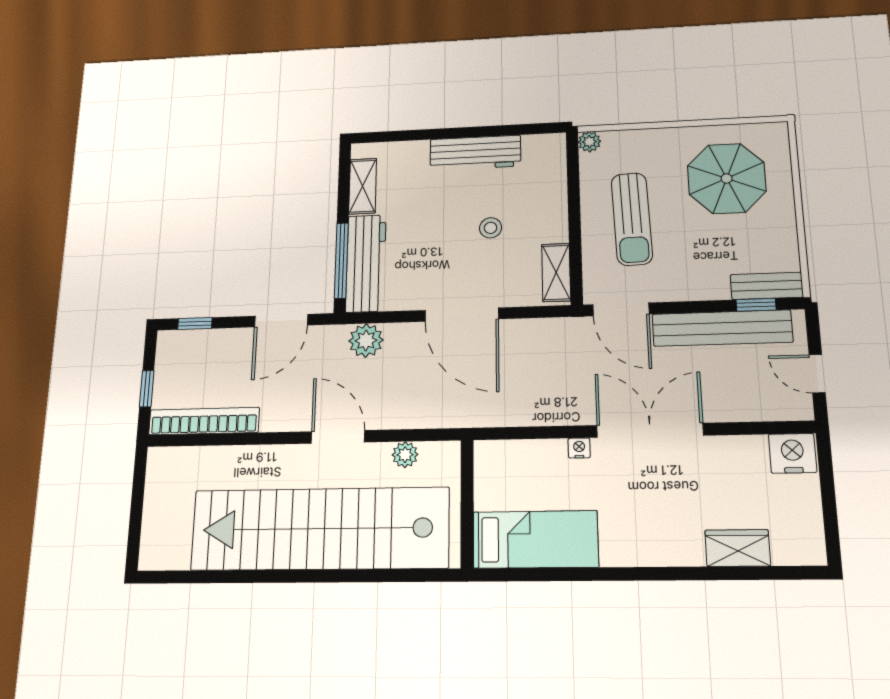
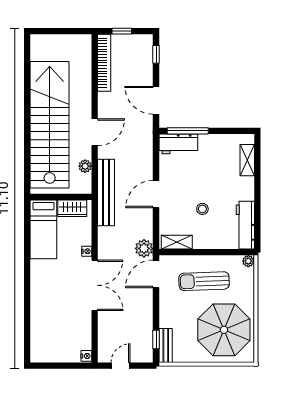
workbench: (475, 153) -> (245, 225), moved
parasol: (727, 178) -> (224, 330), width x1.36, depth x1.36
shelving: (363, 186) -> (247, 160), moved, turned 90
workbench: (366, 263) -> (178, 144), width x0.73
door: (462, 315) -> (156, 194), width x0.73
bench: (722, 328) -> (106, 193), moved
plant: (366, 340) -> (144, 248), moved
nightstand: (792, 453) -> (86, 356), width x0.53, depth x0.56
wardrobe: (738, 548) -> (72, 208), moved, turned 90

